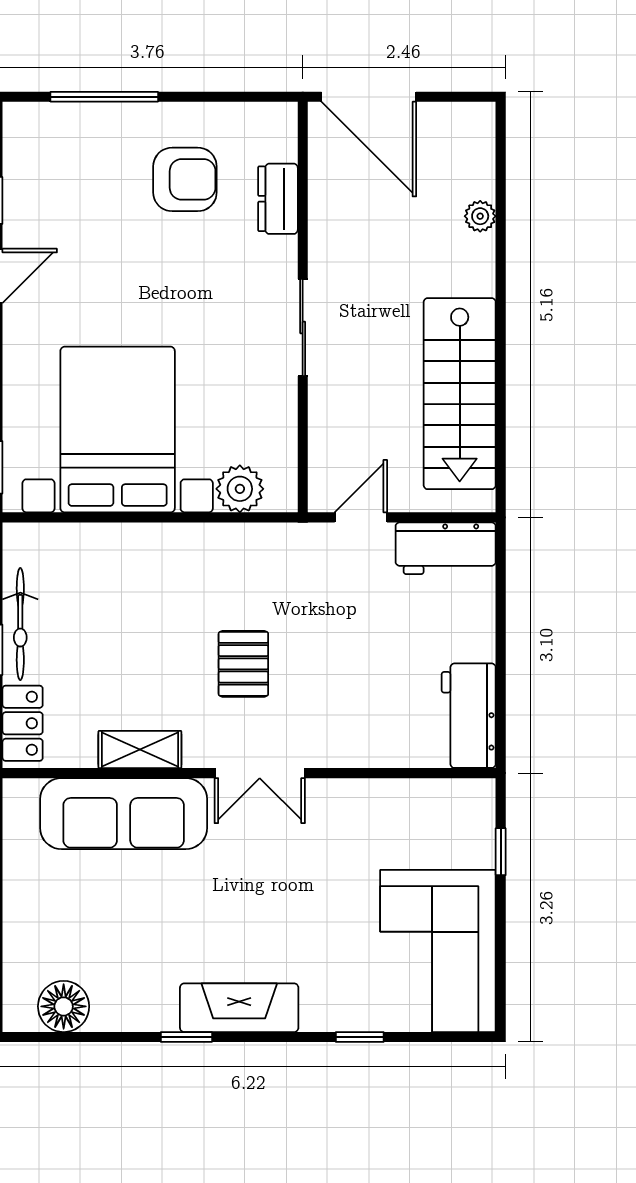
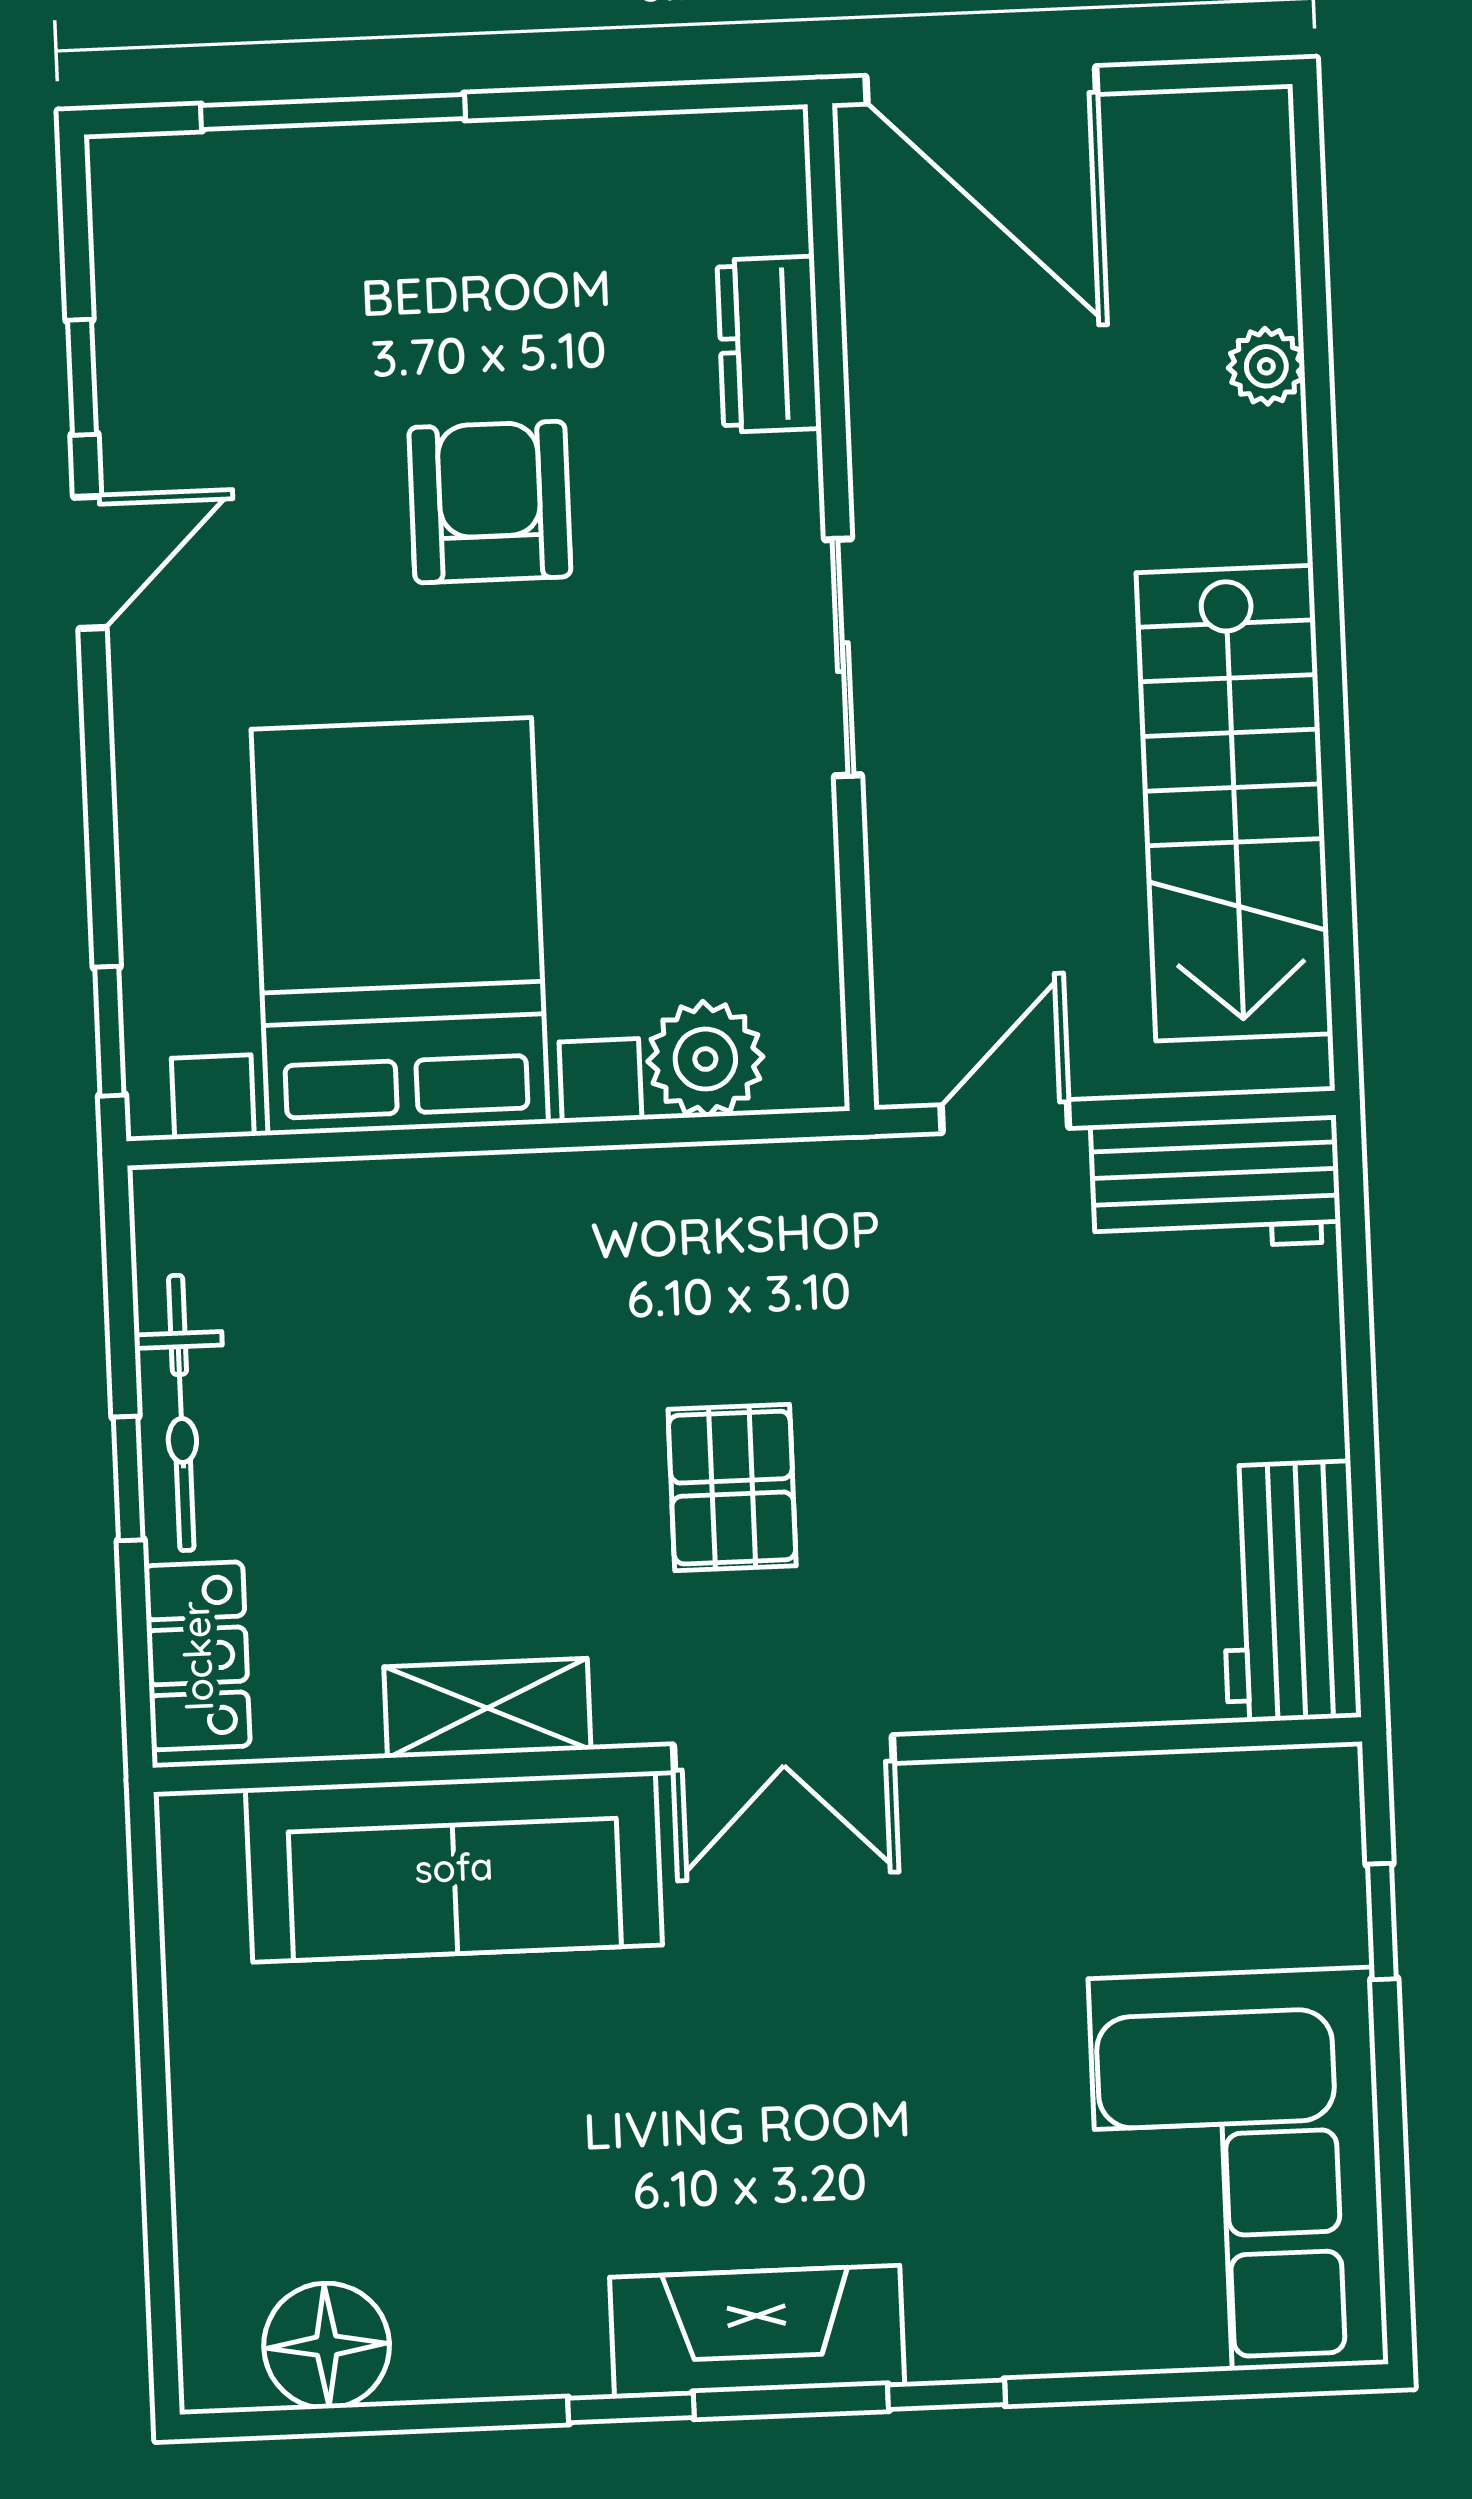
armchair: (185, 179) -> (490, 502), moved, turned -90
window: (360, 1037) -> (946, 2395), moved

